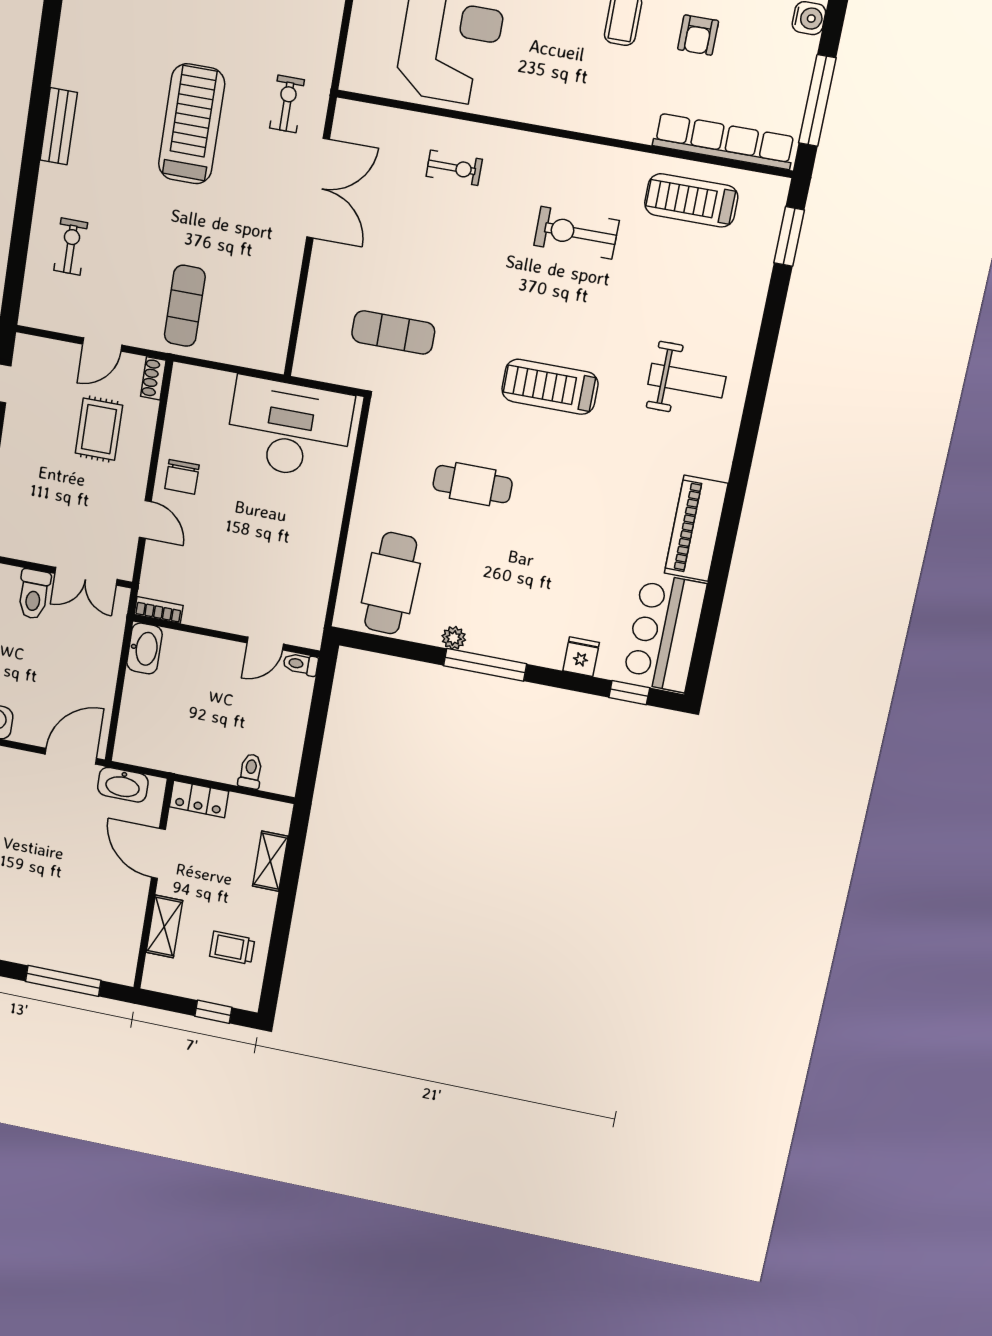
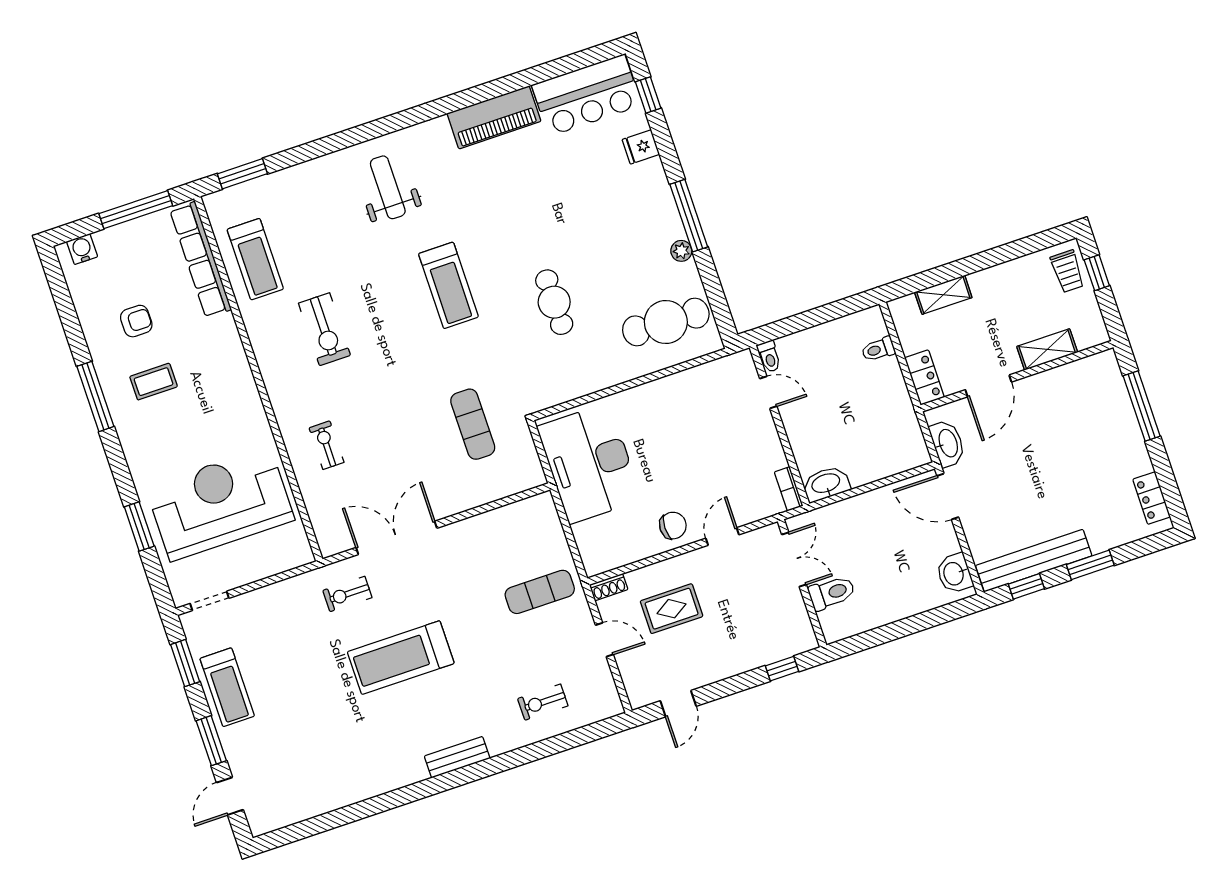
trolley: (232, 948) -> (1067, 271), moved

